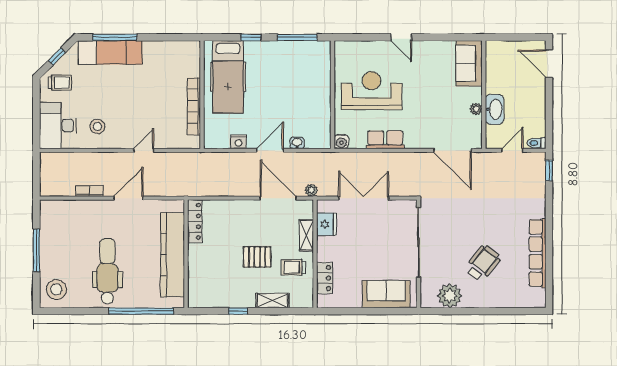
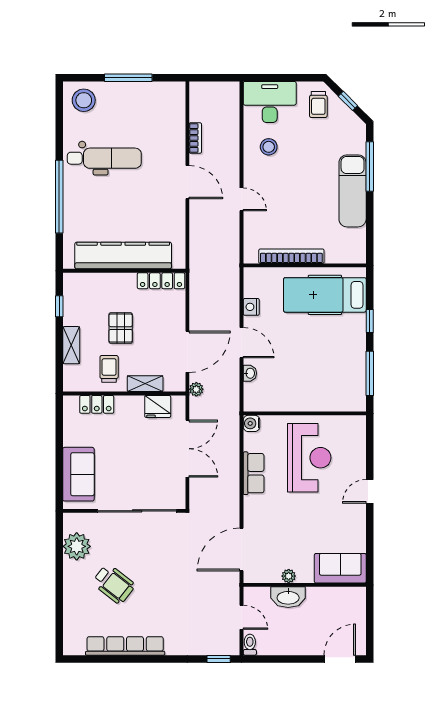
exam couch: (110, 52) -> (353, 191), moved
locker: (195, 221) -> (161, 281), moved
wall: (186, 254) -> (124, 271), moved
kitchen counter: (173, 255) -> (123, 256), moved

